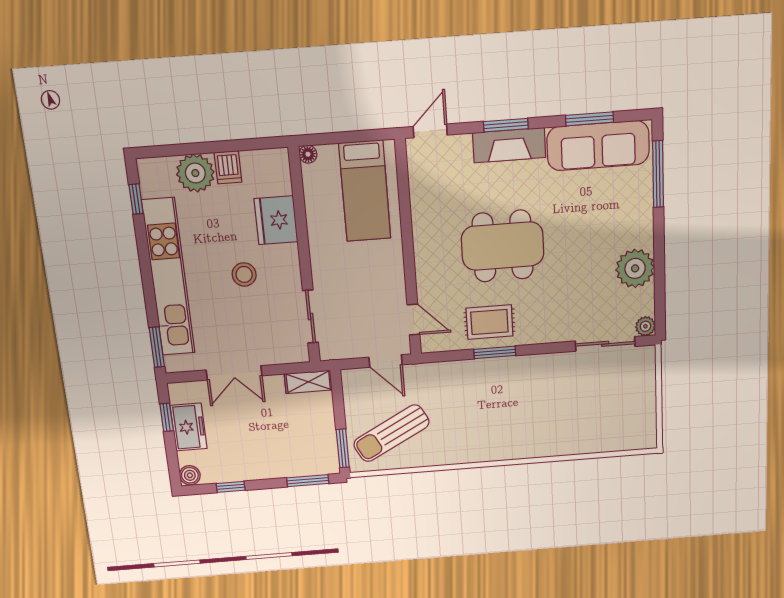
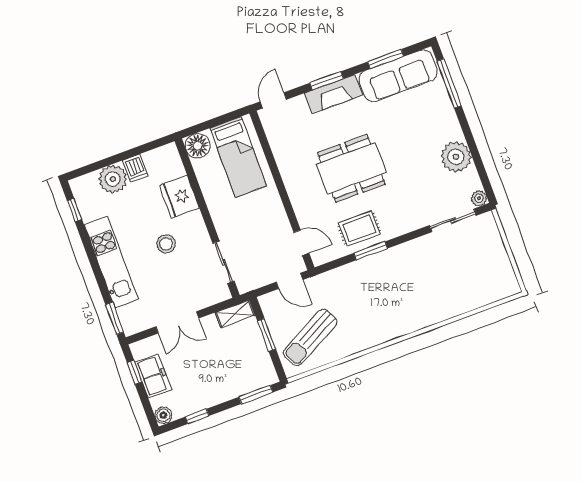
floor lamp: (308, 154) -> (198, 146), width x1.89, depth x1.89
kitchen unit: (169, 277) -> (111, 262), width x0.73
window: (343, 448) -> (267, 335), moved

